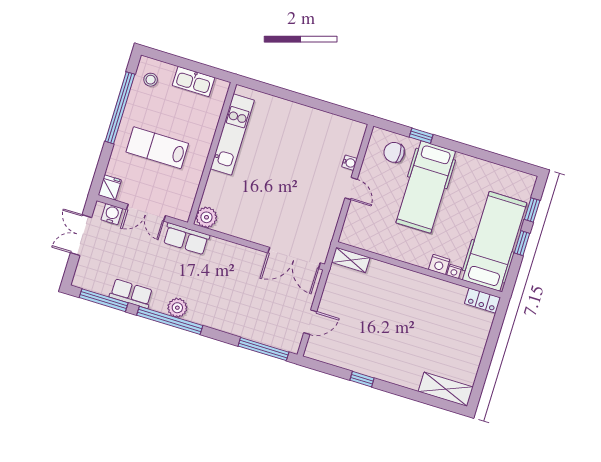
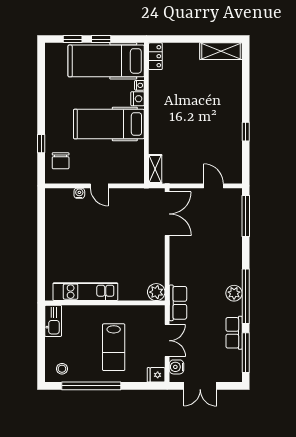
kitchen sink: (194, 81) -> (53, 321), moved
hospital bed: (426, 187) -> (109, 124), moved, turned 180
door: (351, 189) -> (99, 186), swing flipped
shelving: (446, 389) -> (221, 51), moved, turned 90

